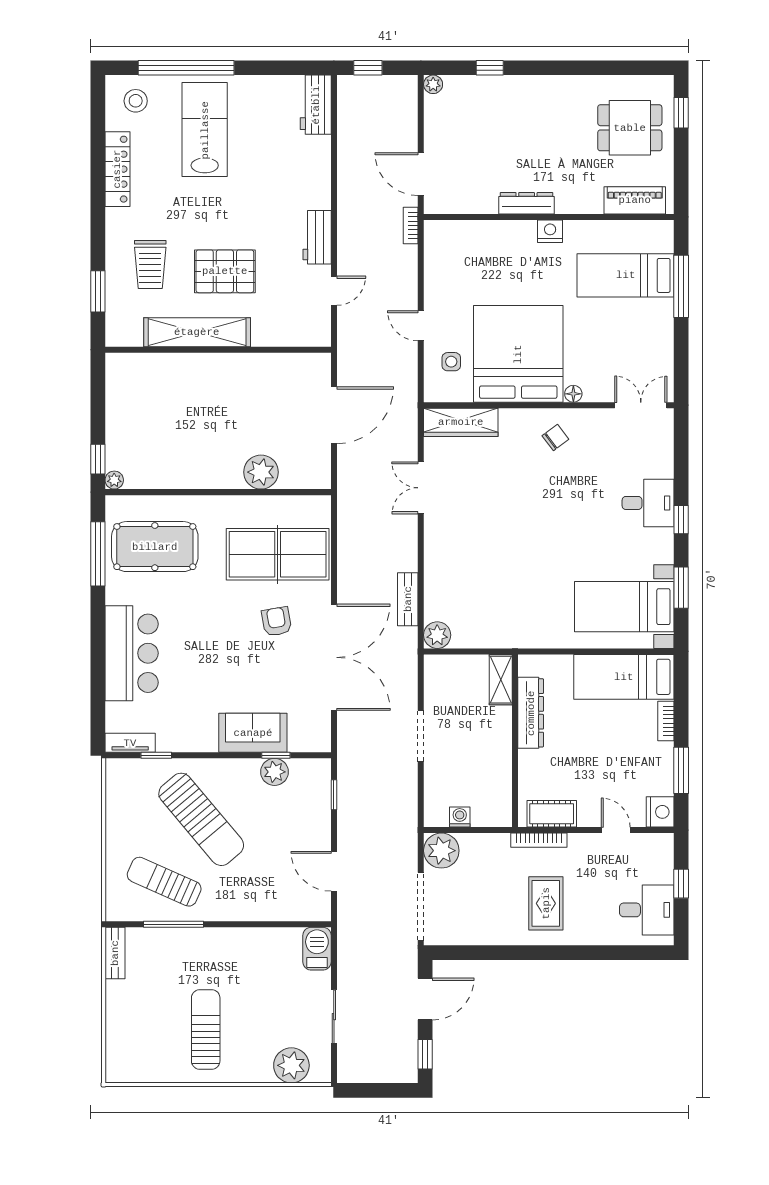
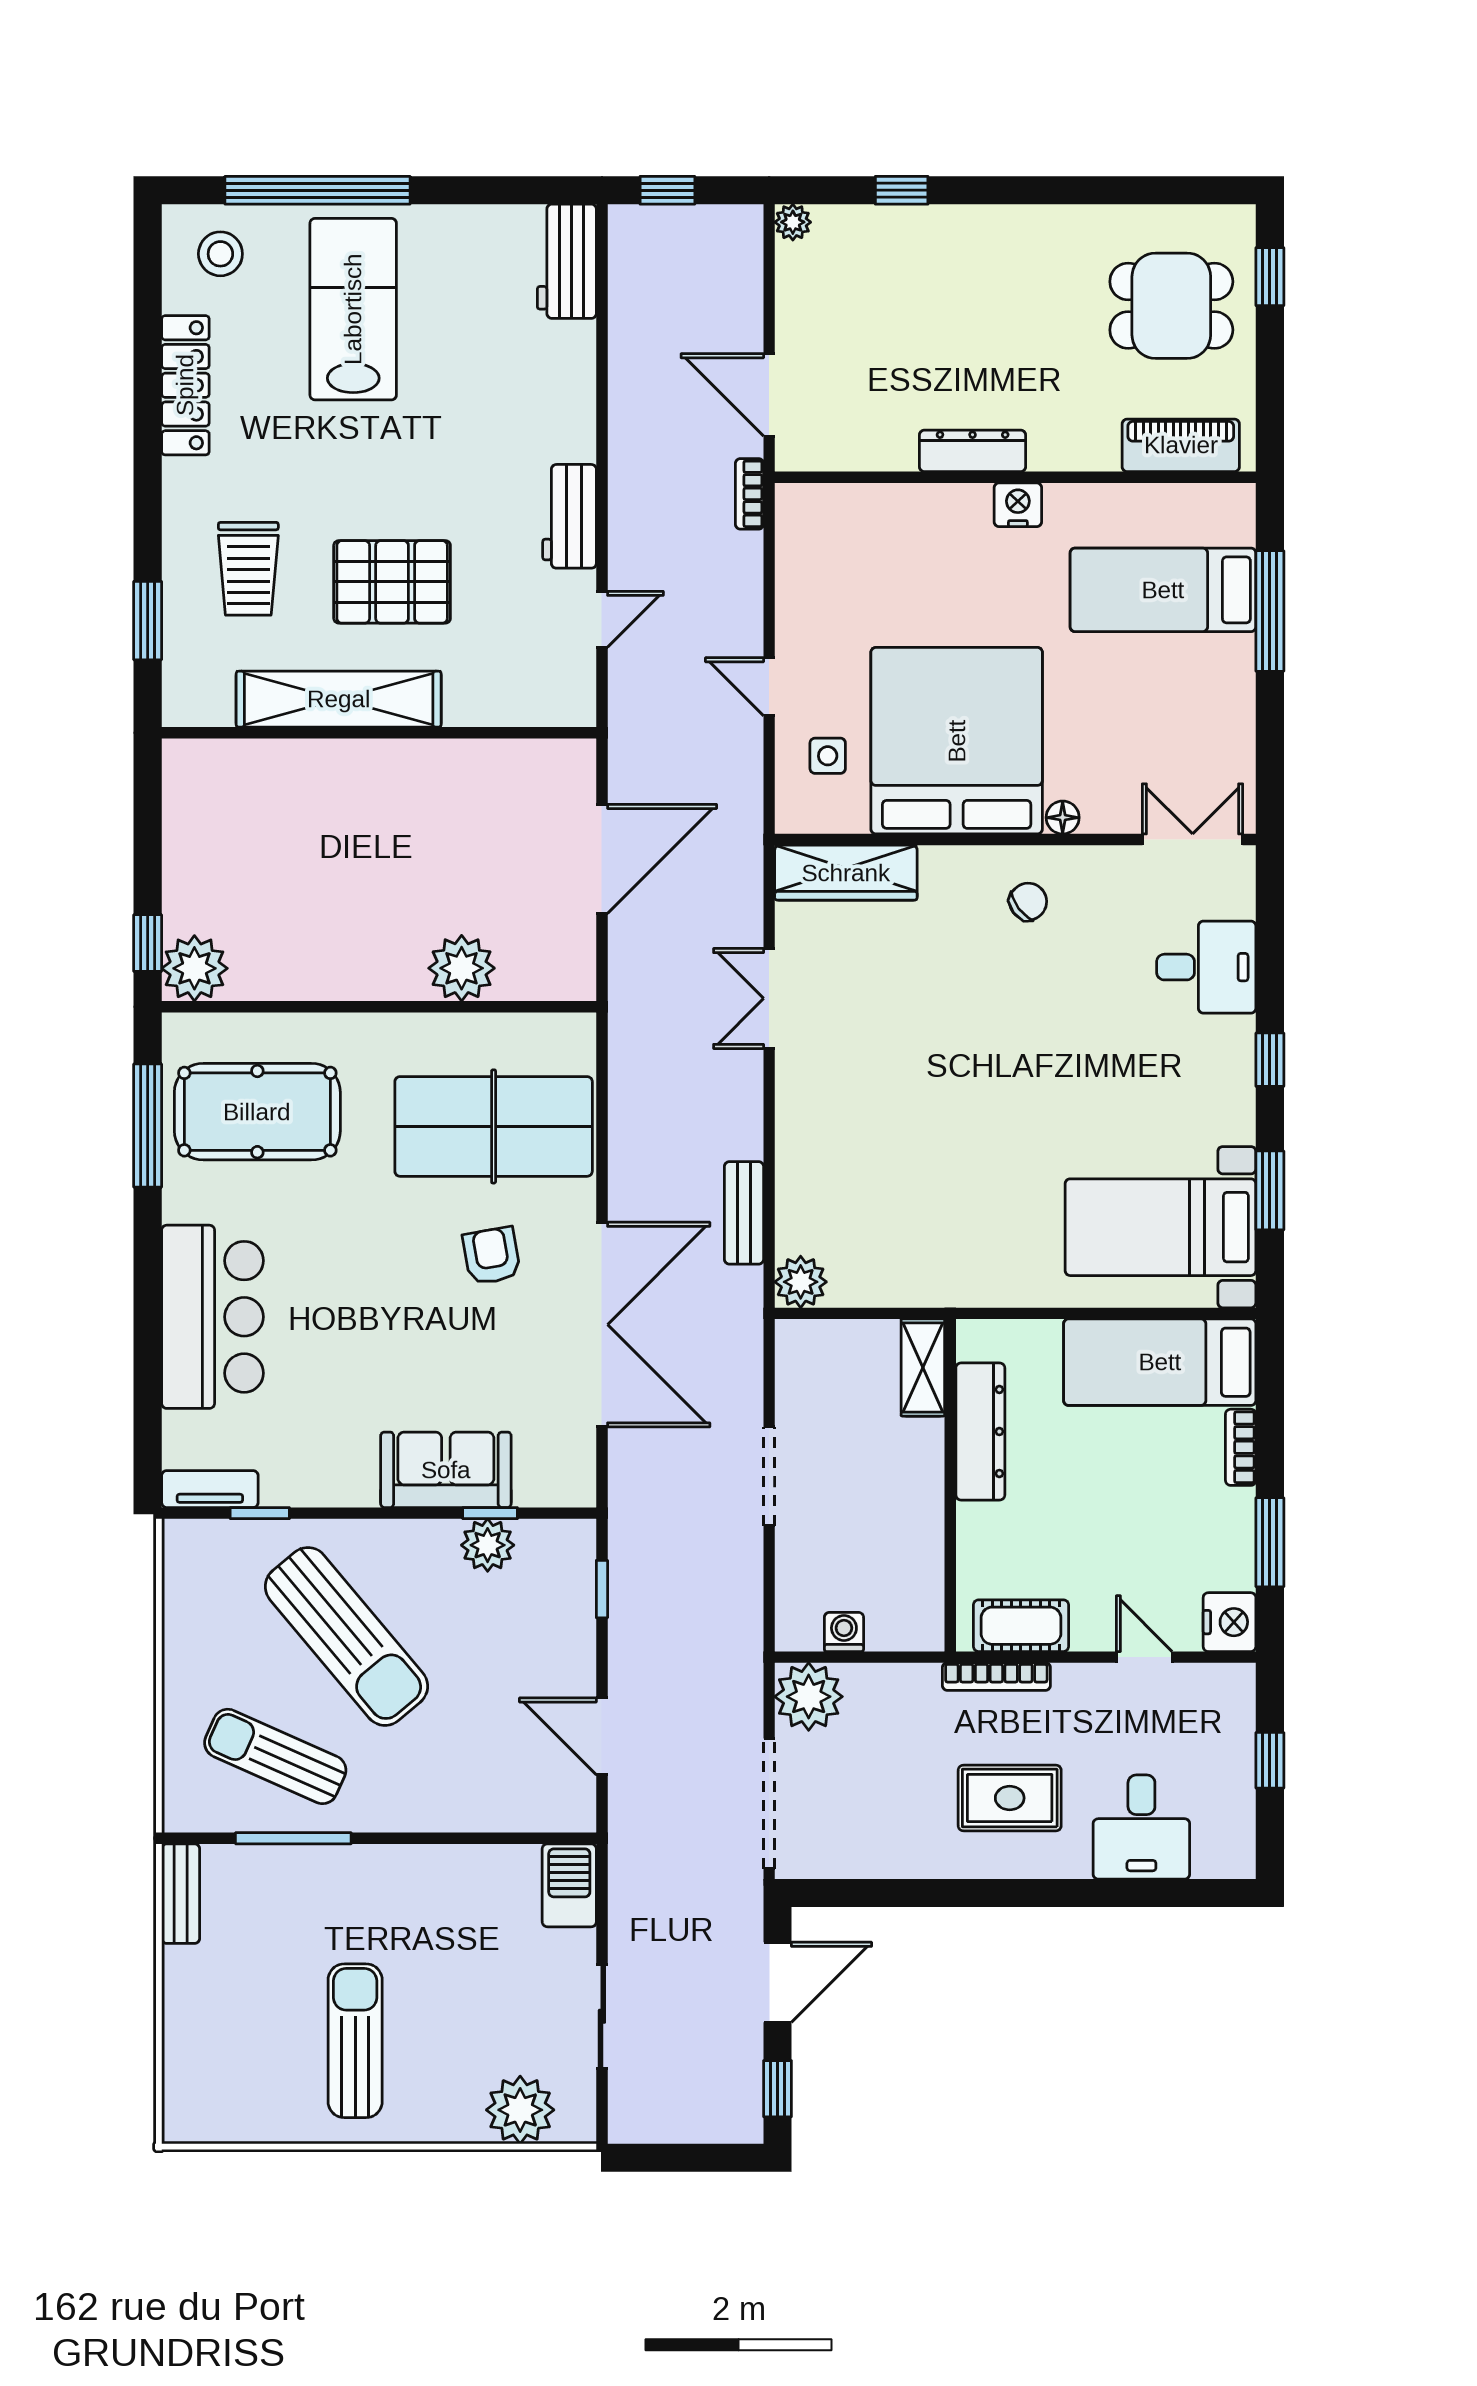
plant: (114, 480) -> (194, 968), width x1.88, depth x1.88
desk: (648, 503) -> (1206, 967), moved
rug: (546, 903) -> (1010, 1798), turned 90
desk: (647, 910) -> (1141, 1827), moved, turned 90

